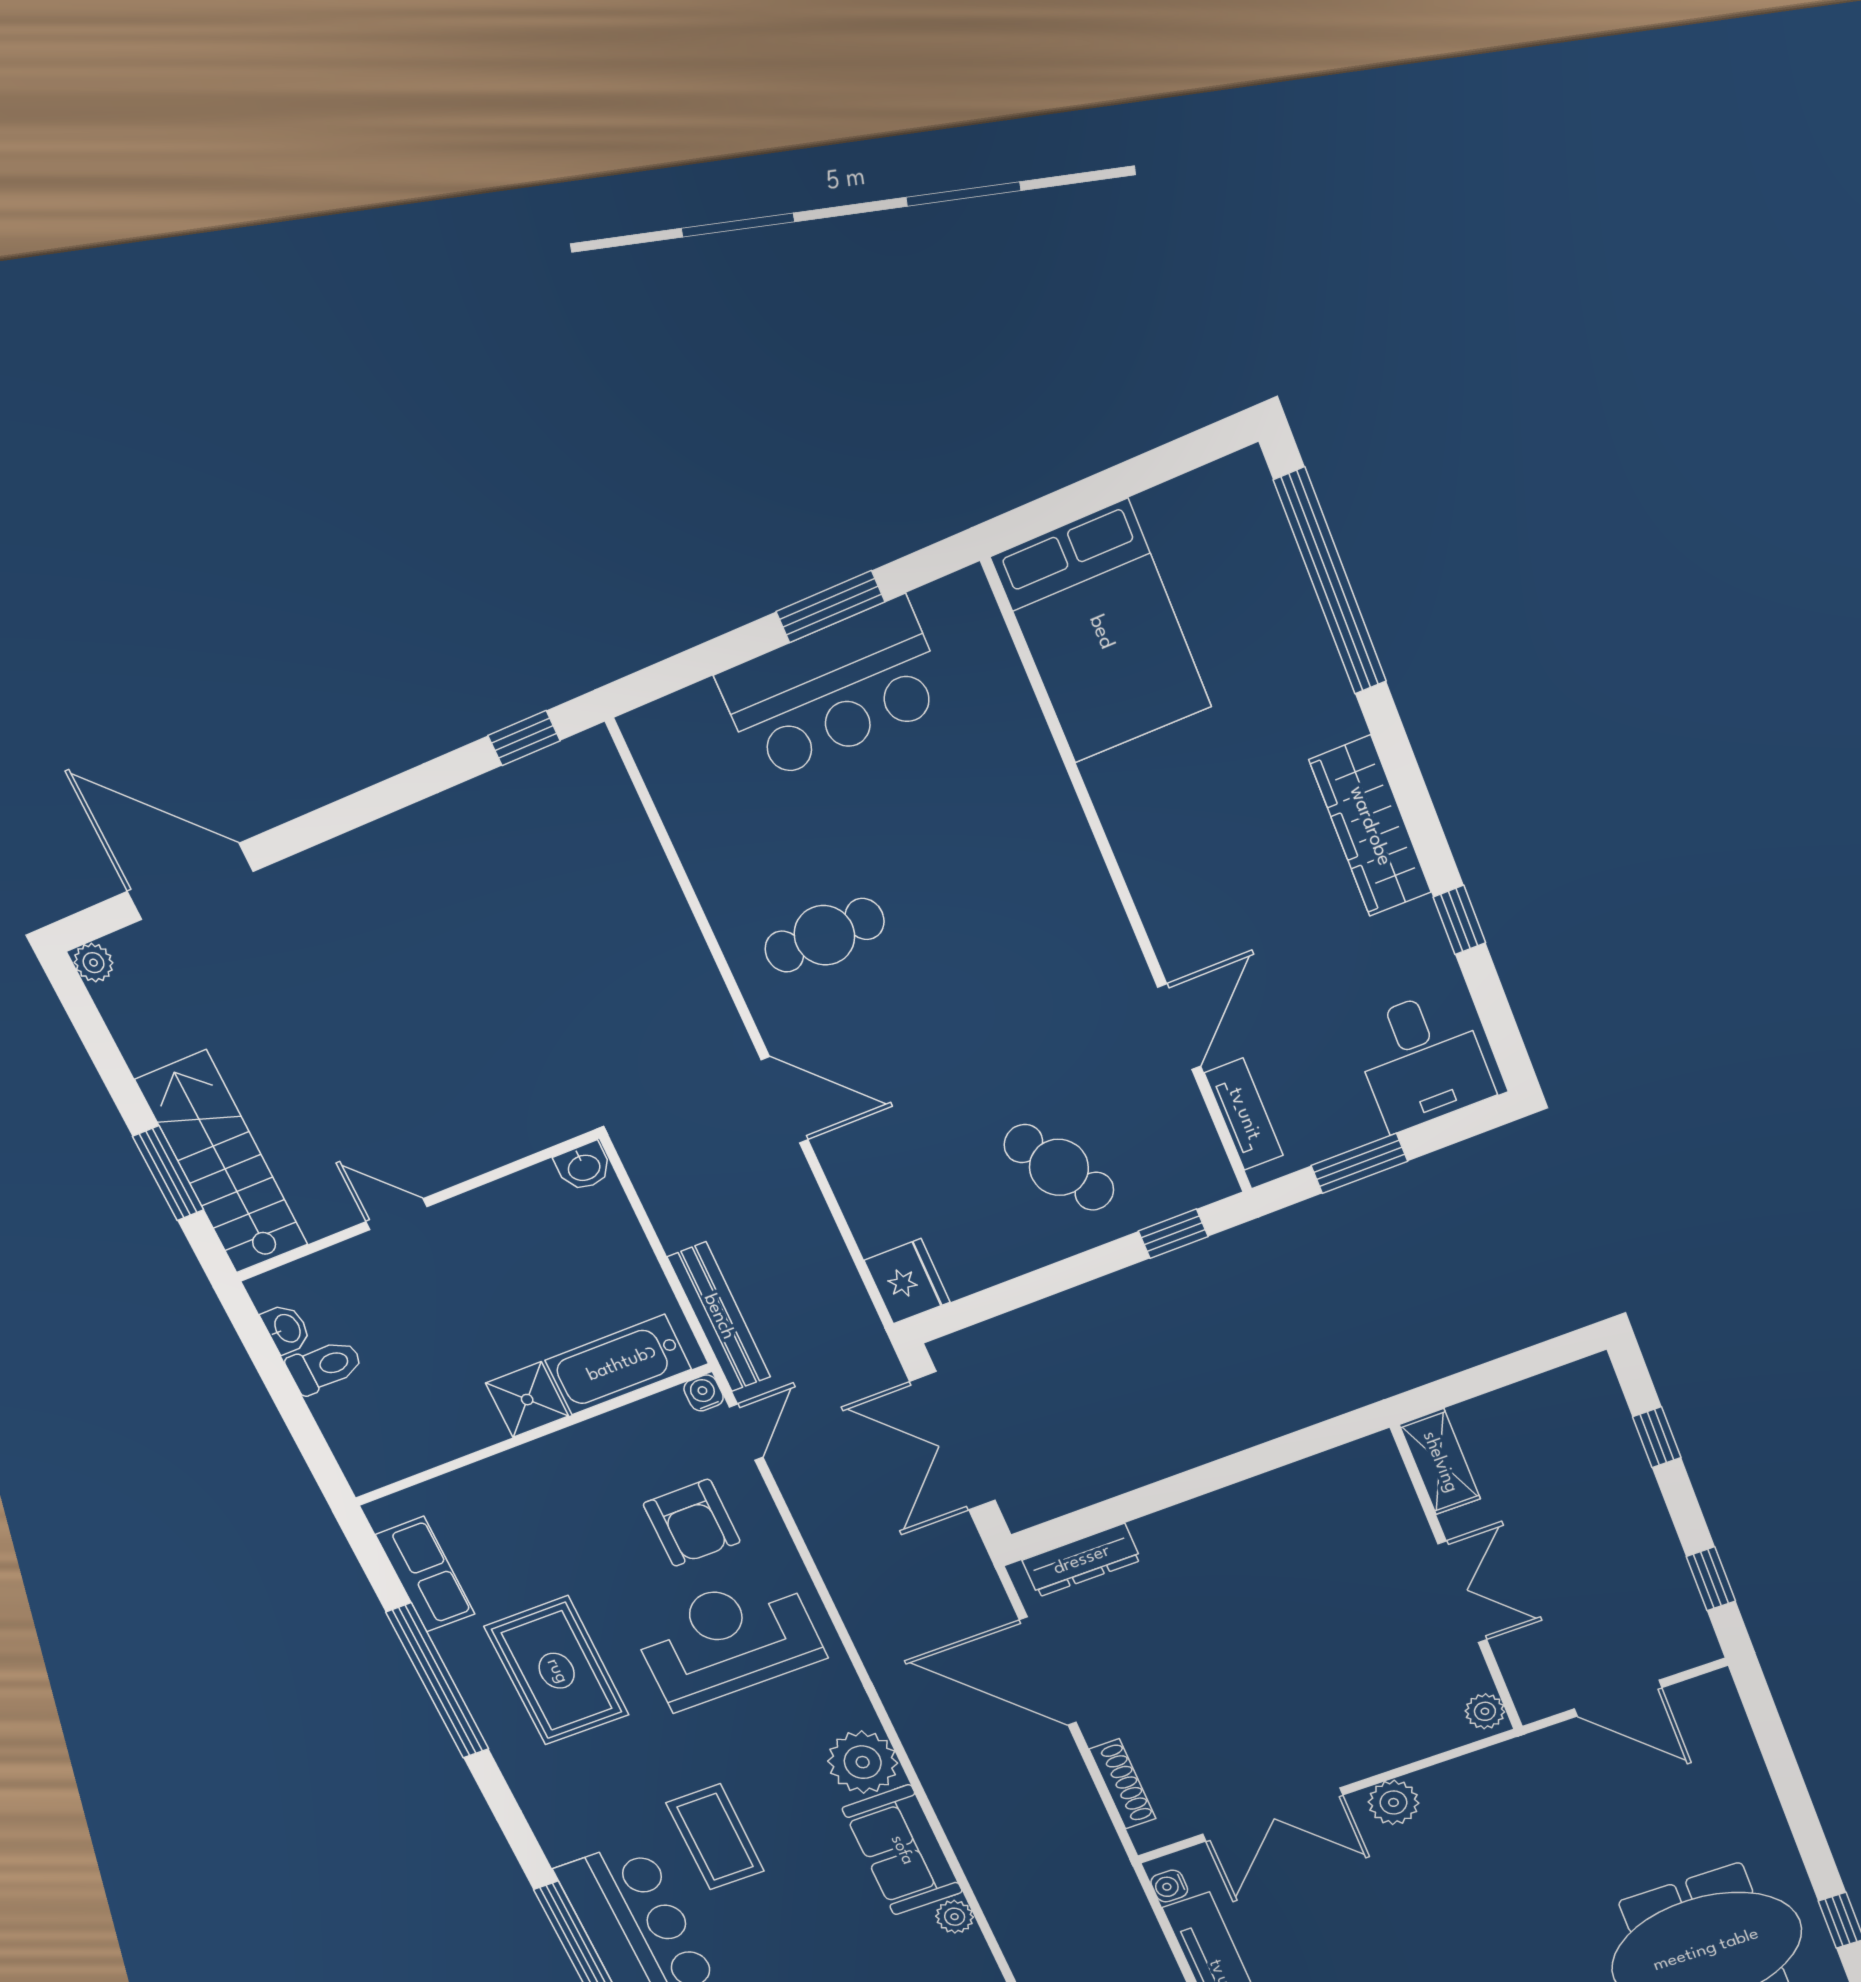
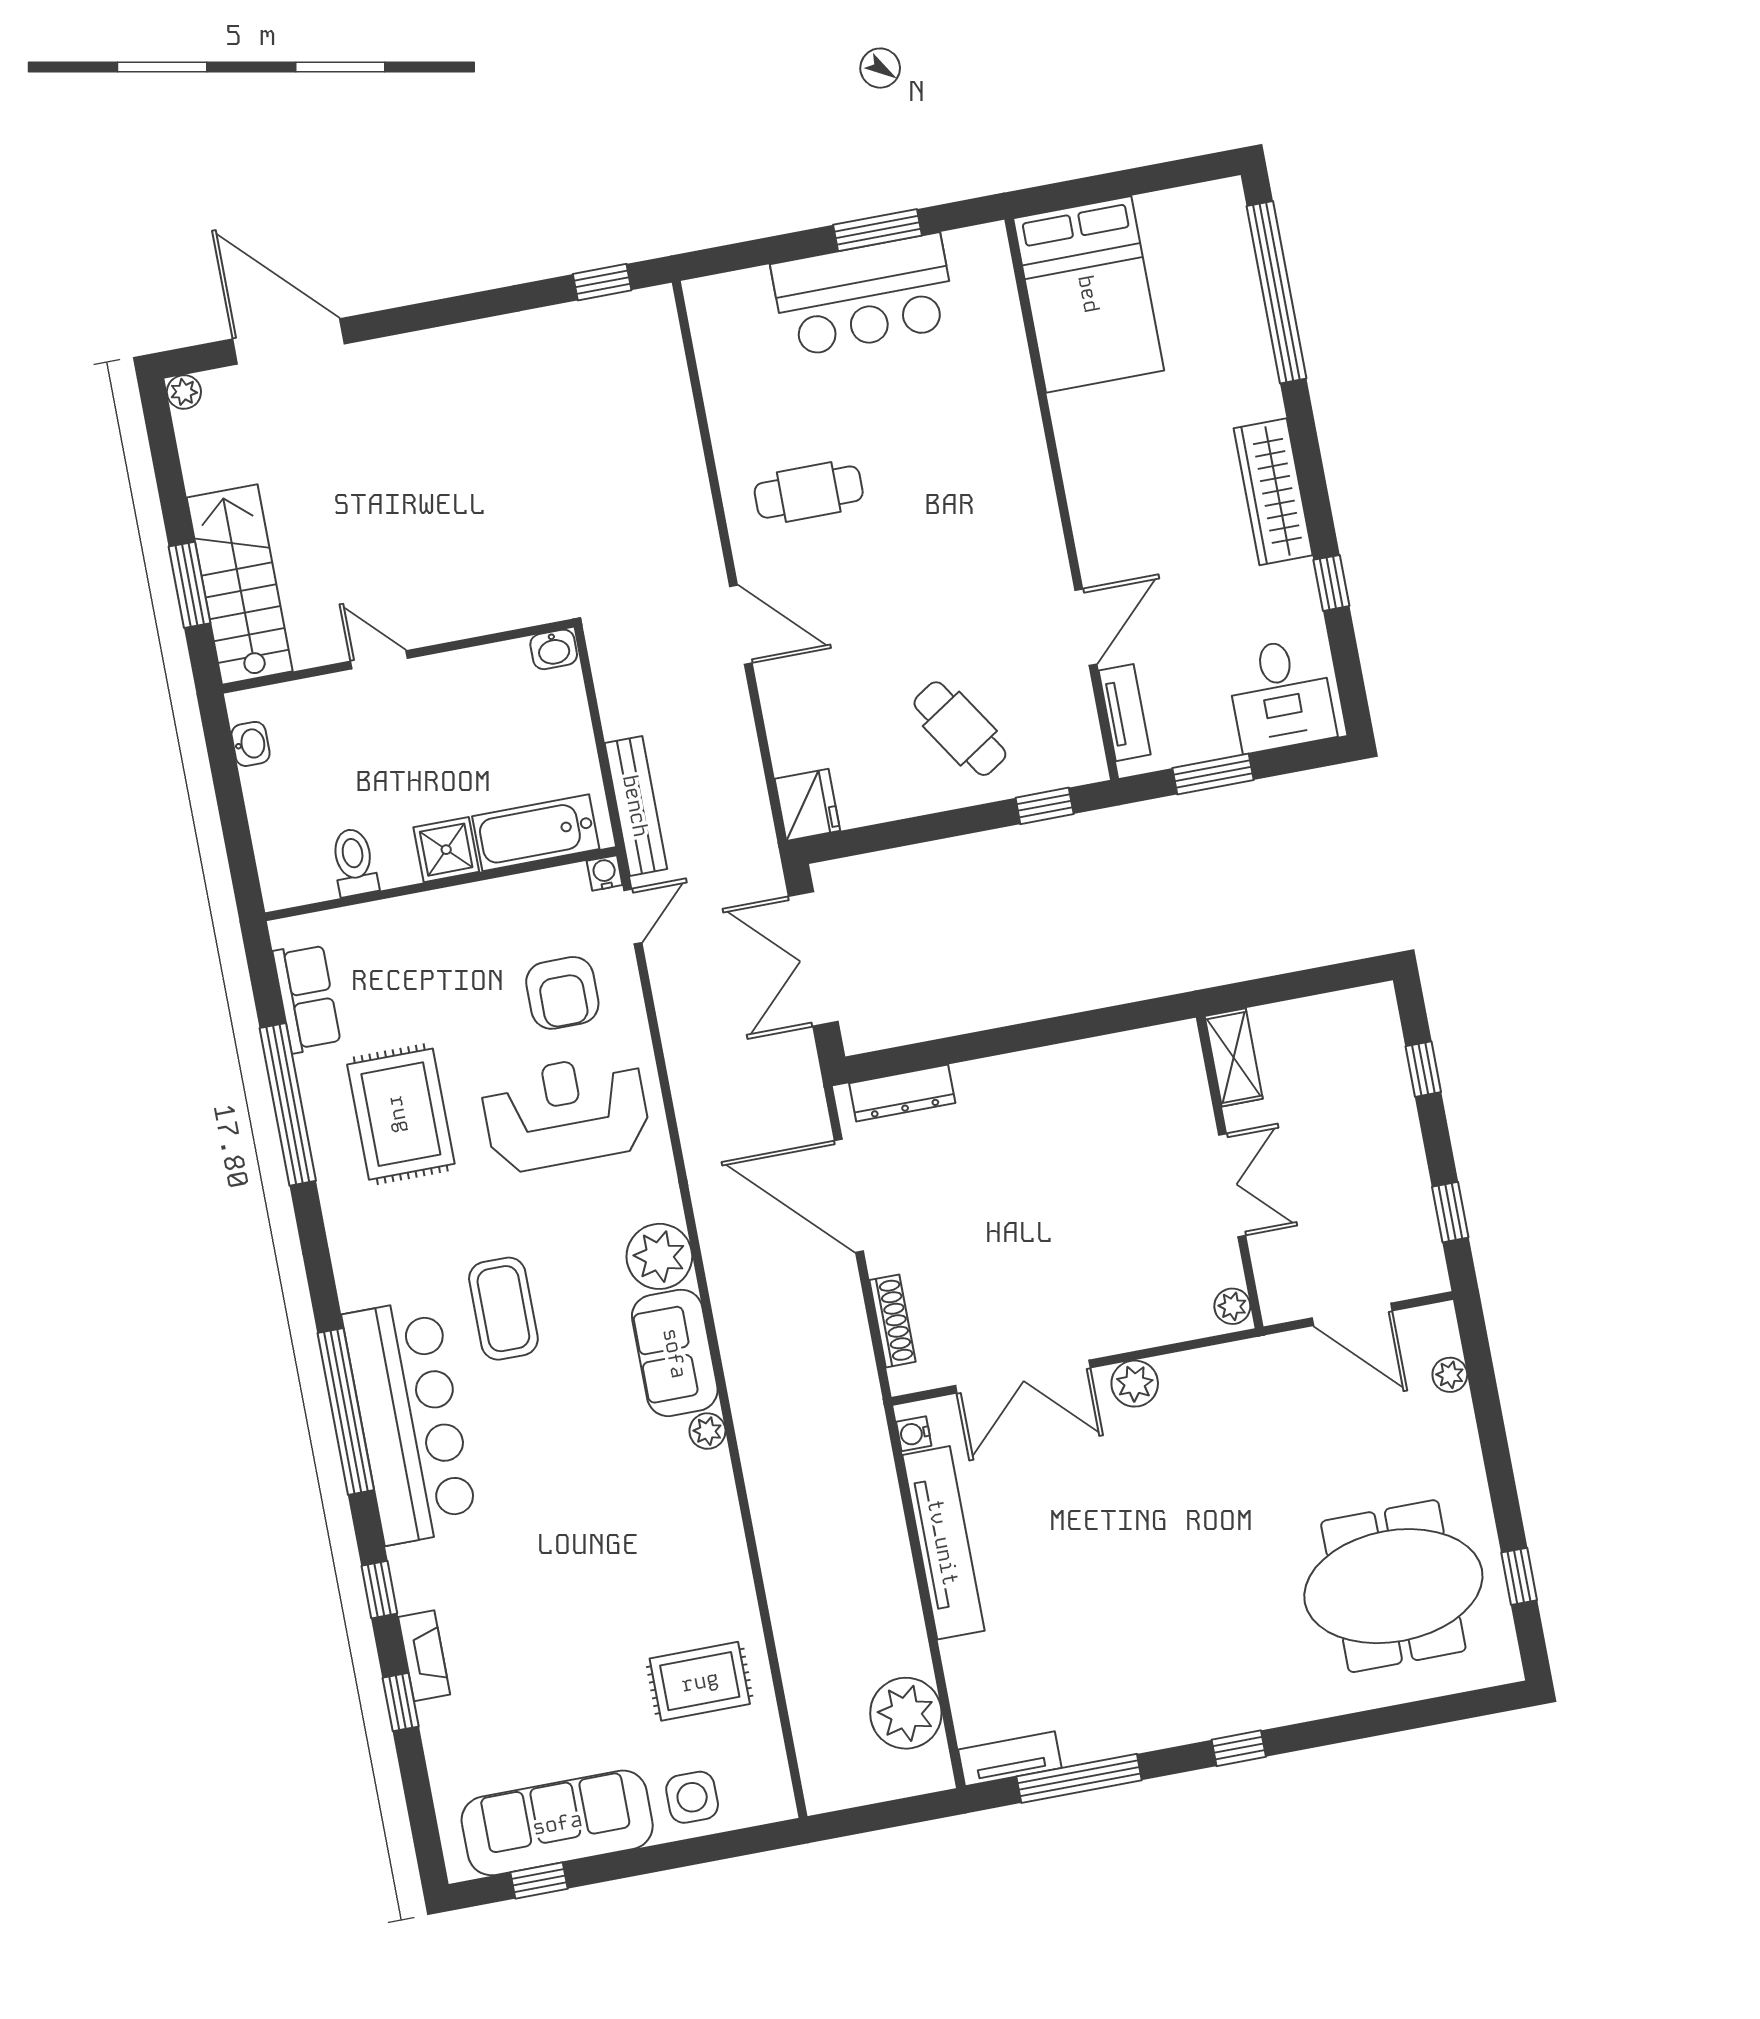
toilet: (325, 1366) -> (354, 862), moved, turned -90
plant: (1736, 1740) -> (1450, 1375), added

